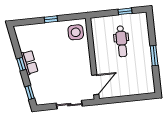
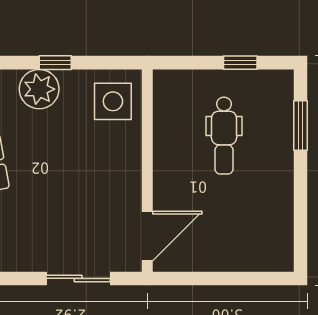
plant: (46, 31) -> (39, 89), added
window: (154, 56) -> (301, 126), moved

